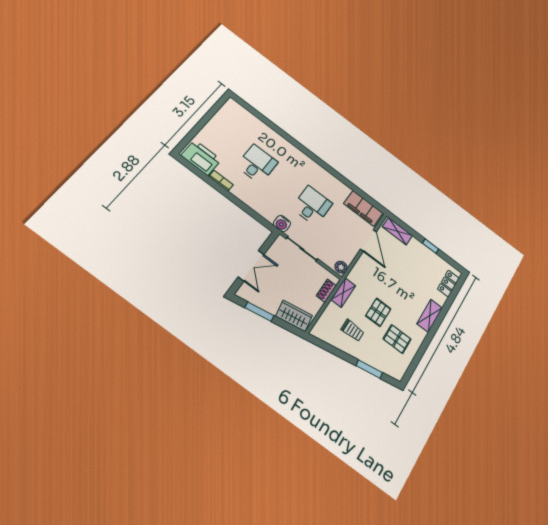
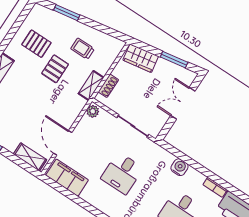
water cooler: (282, 224) -> (179, 167), moved

